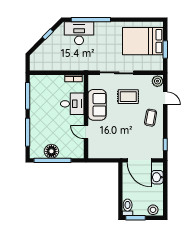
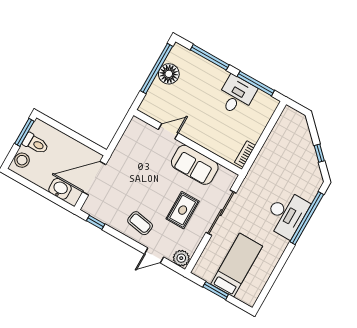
desk: (79, 33) -> (286, 214), moved
bed: (143, 41) -> (237, 265), width x0.67
desk: (72, 104) -> (236, 95), moved, turned 180
toilet: (128, 207) -> (36, 144), moved

